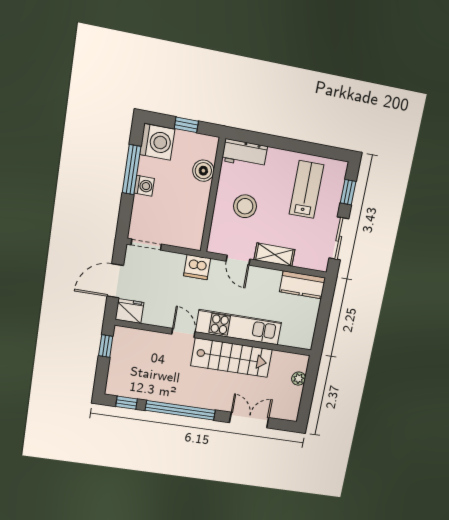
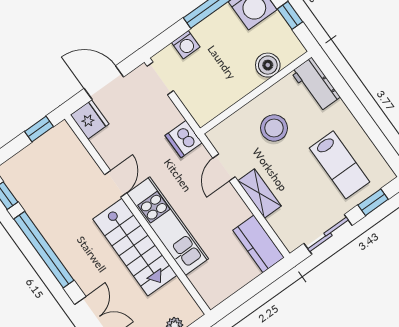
washing machine: (144, 186) -> (186, 45), moved
lab bench: (306, 189) -> (339, 165), turned 90

